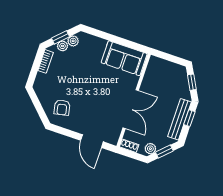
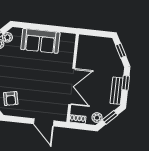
sofa: (124, 58) -> (40, 41), moved
bench: (180, 119) -> (117, 91), width x0.73

